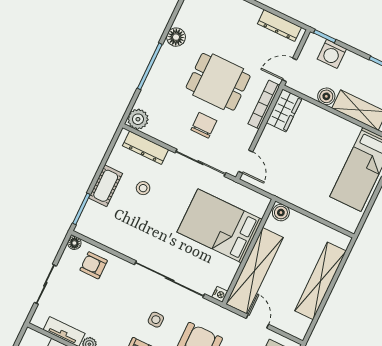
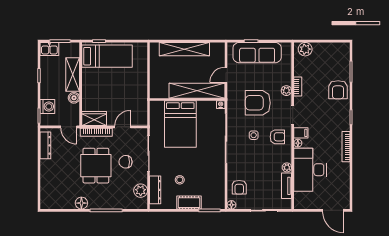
plant: (138, 119) -> (141, 191), moved
door: (246, 162) -> (123, 127), moved
boiler: (281, 213) -> (155, 92), removed

